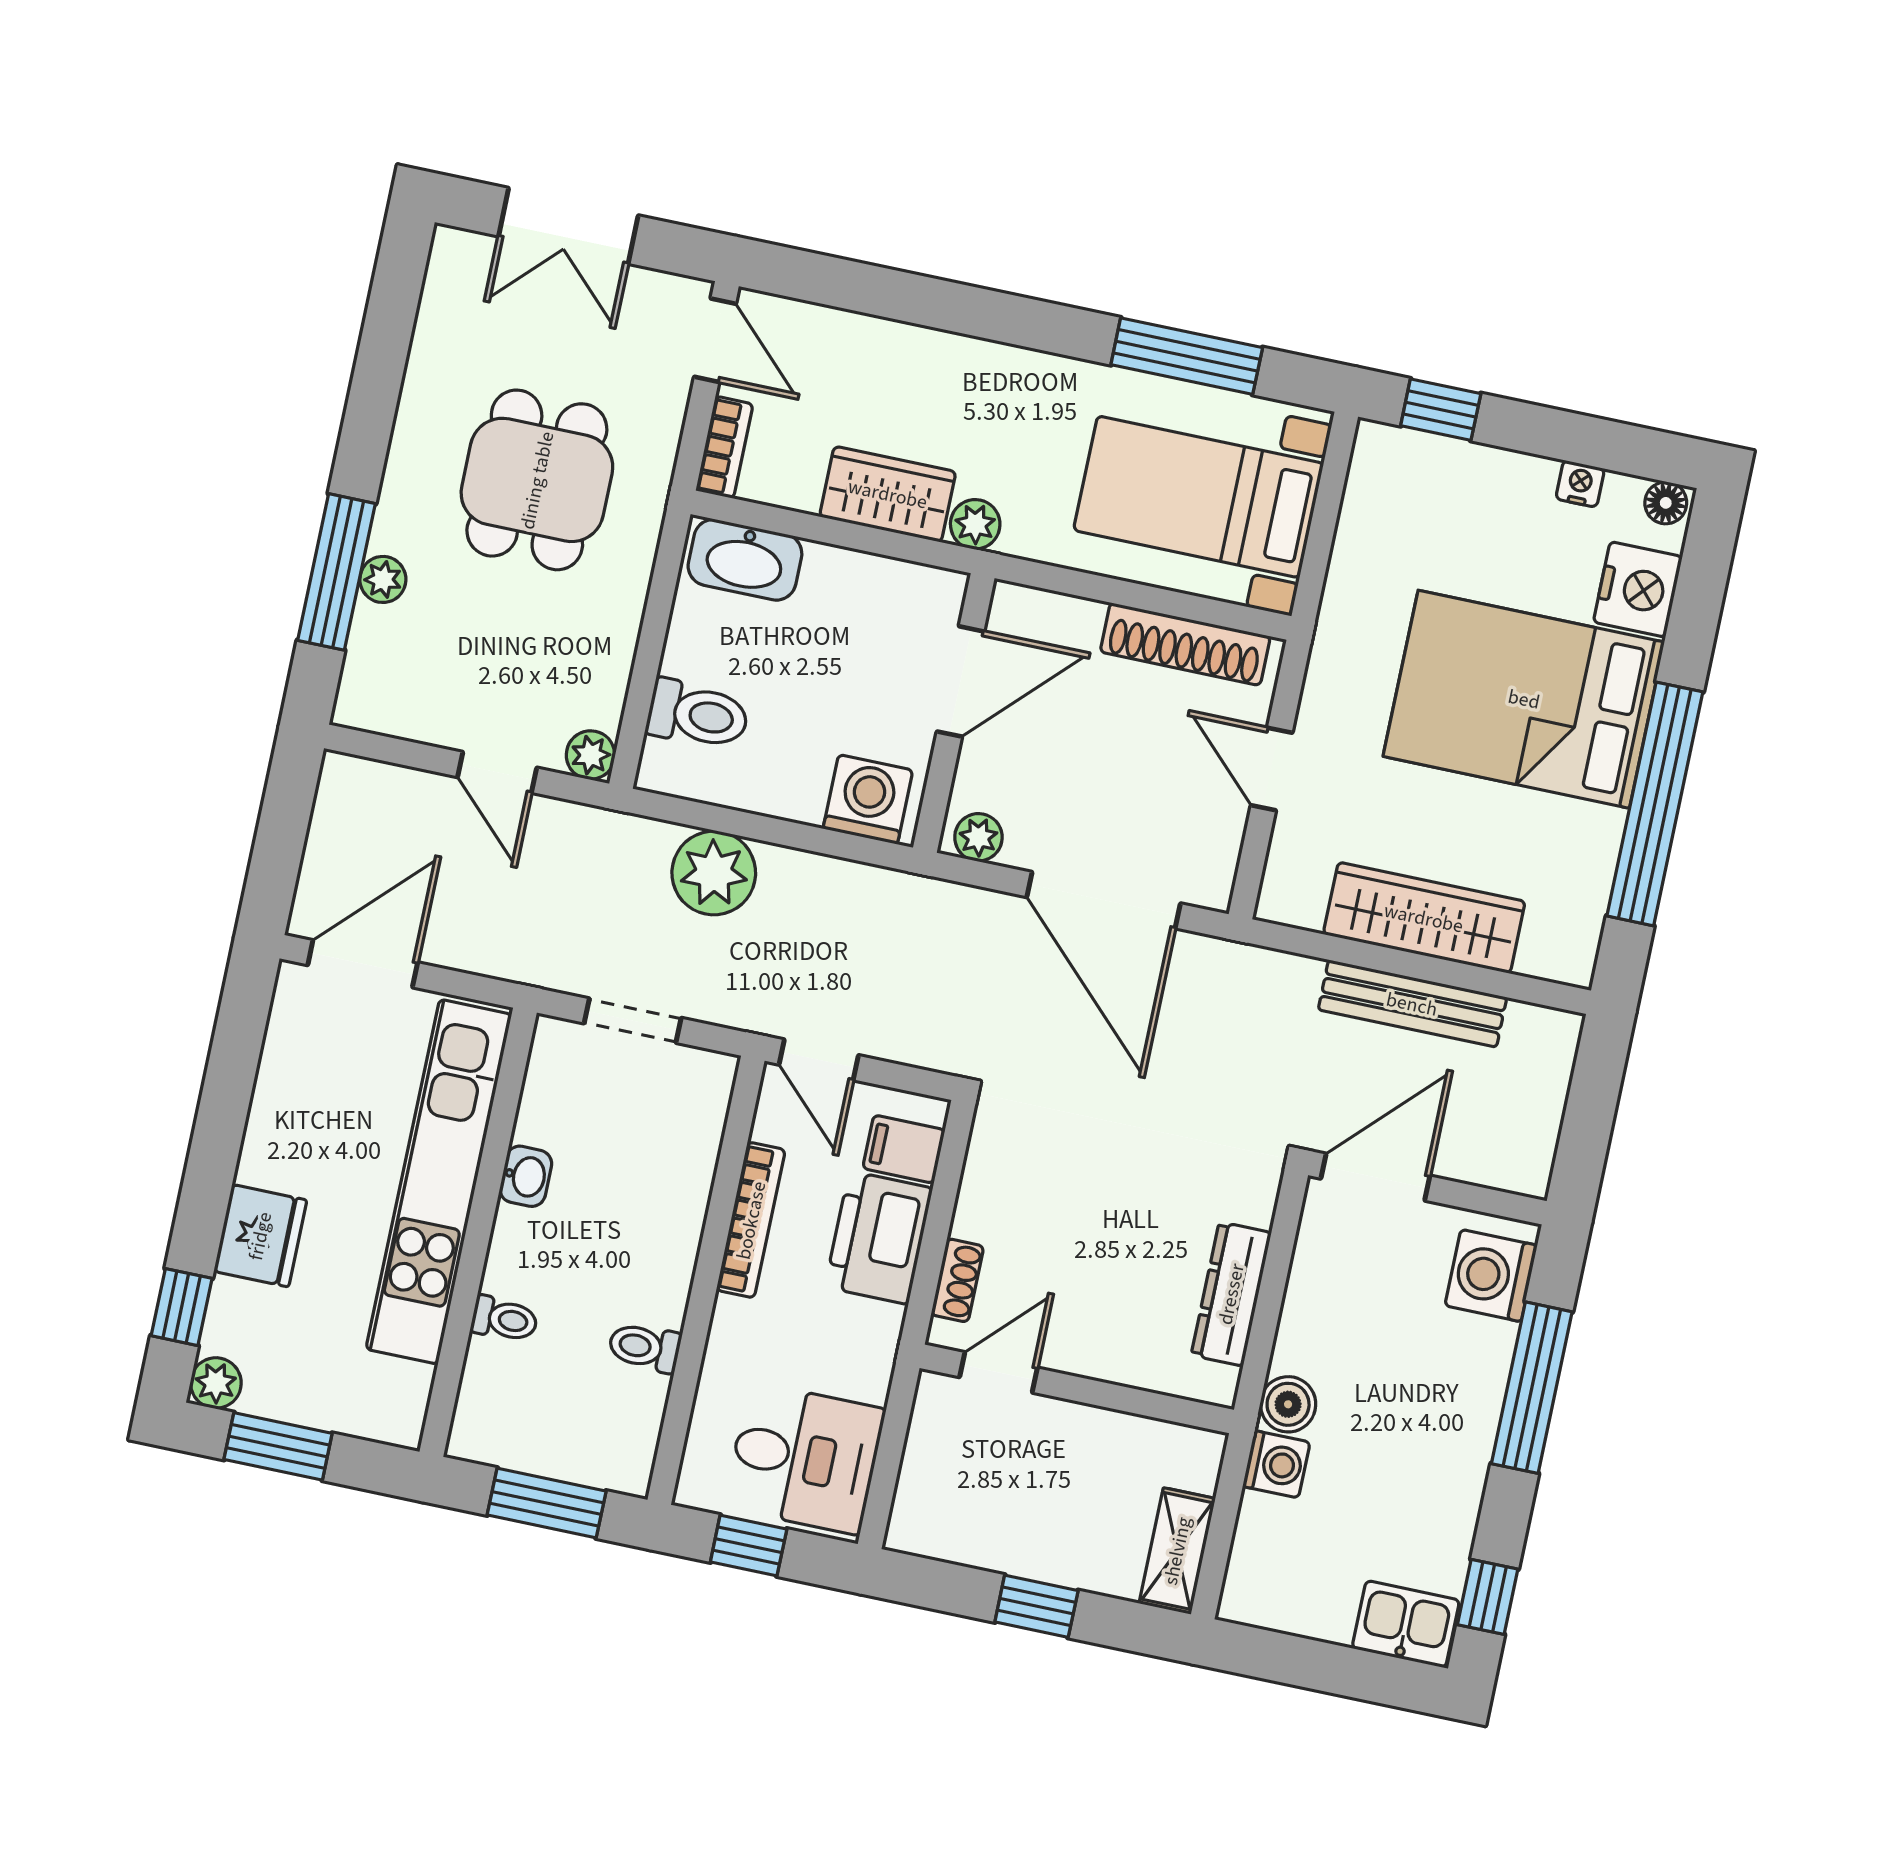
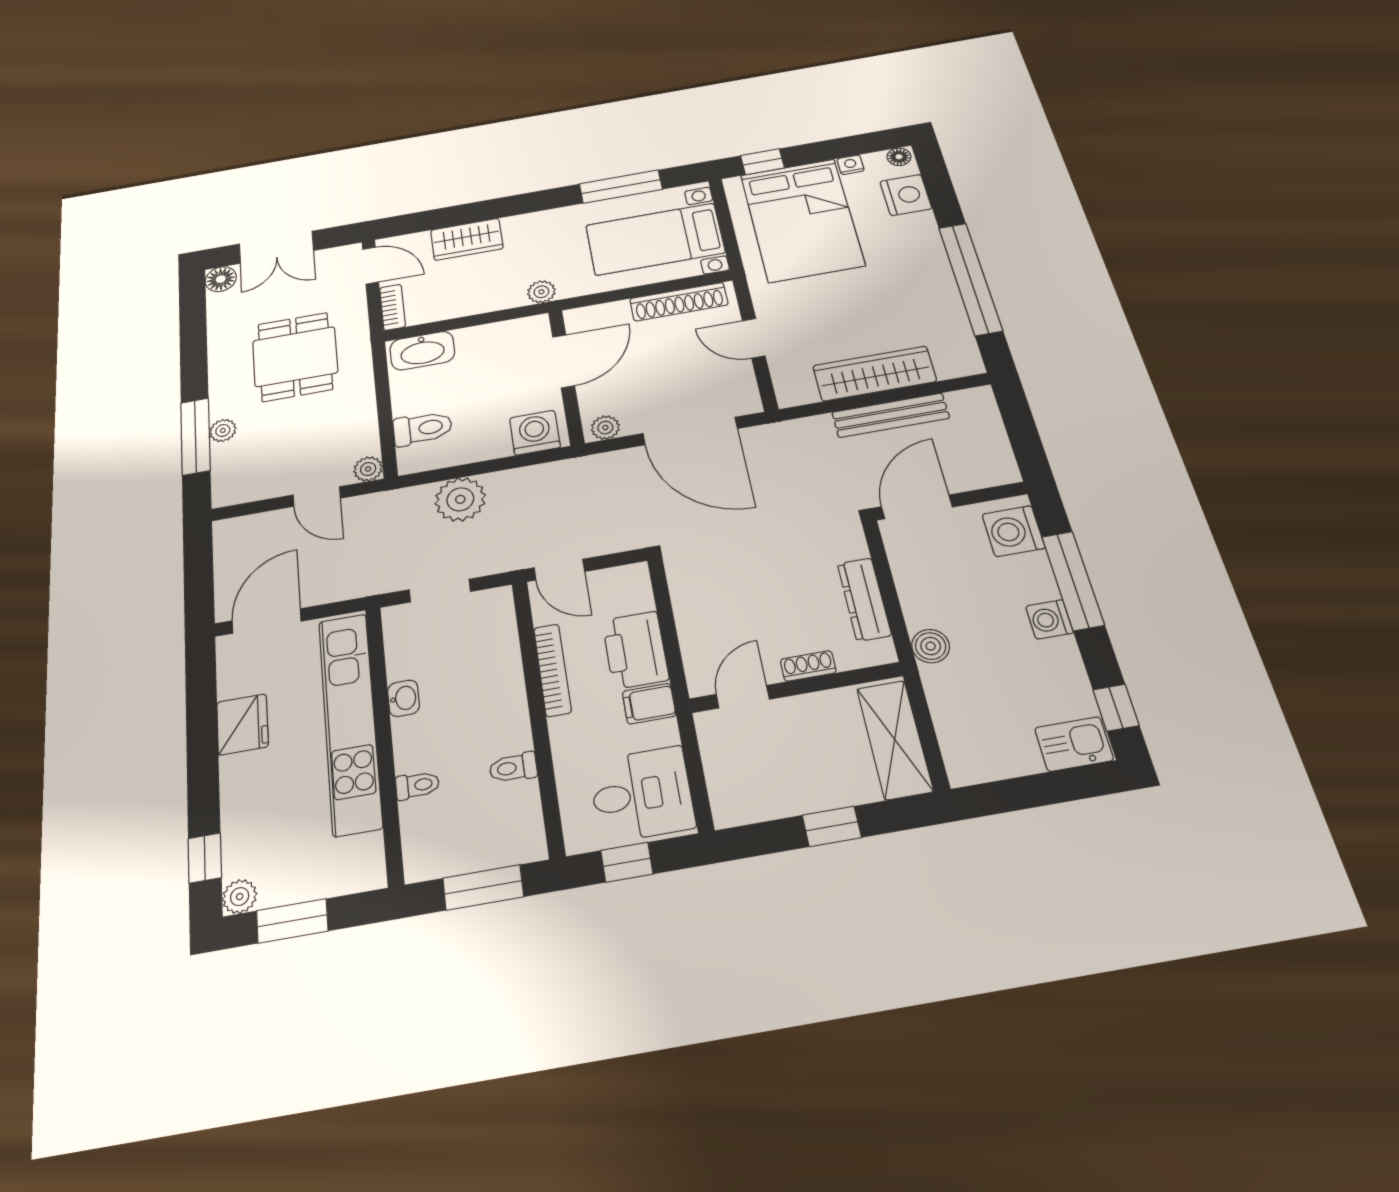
floor lamp: (456, 255) -> (221, 279), added
wardrobe: (888, 494) -> (467, 239), moved, turned 180
bed: (1524, 699) -> (802, 220), moved, turned -90
filing cabinet: (904, 1149) -> (649, 704), moved
fridge: (260, 1236) -> (242, 724), moved
shoe rack: (957, 1280) -> (808, 666), moved, turned -90
washing machine: (1276, 1464) -> (1049, 619), moved, turned 180
shelving: (1177, 1551) -> (895, 739), width x1.50, depth x1.33

